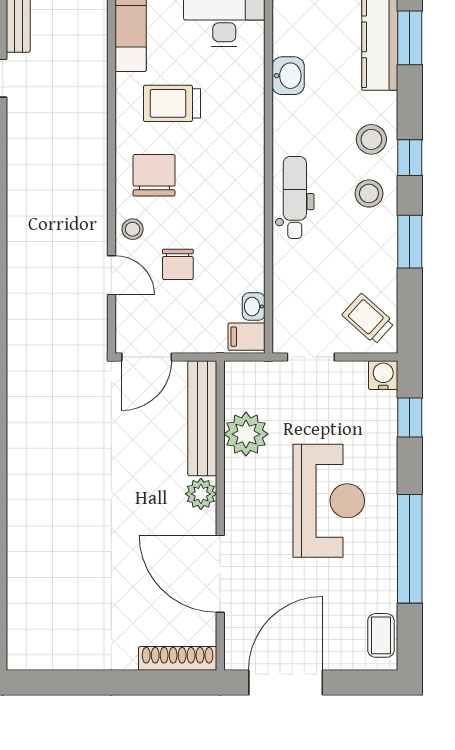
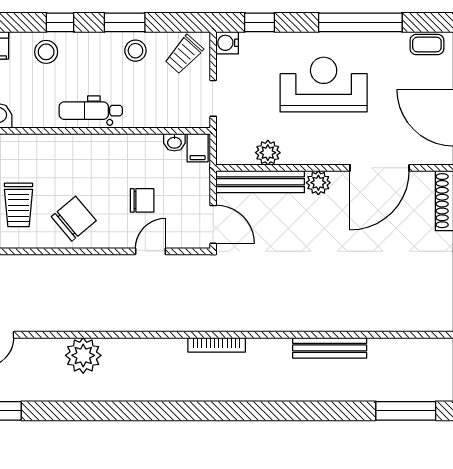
chair: (154, 175) -> (74, 219), turned 140
stool: (369, 193) -> (135, 51), moved
stool: (133, 229) -> (115, 235), removed
plant: (246, 434) -> (268, 153), width x0.73, depth x0.73

